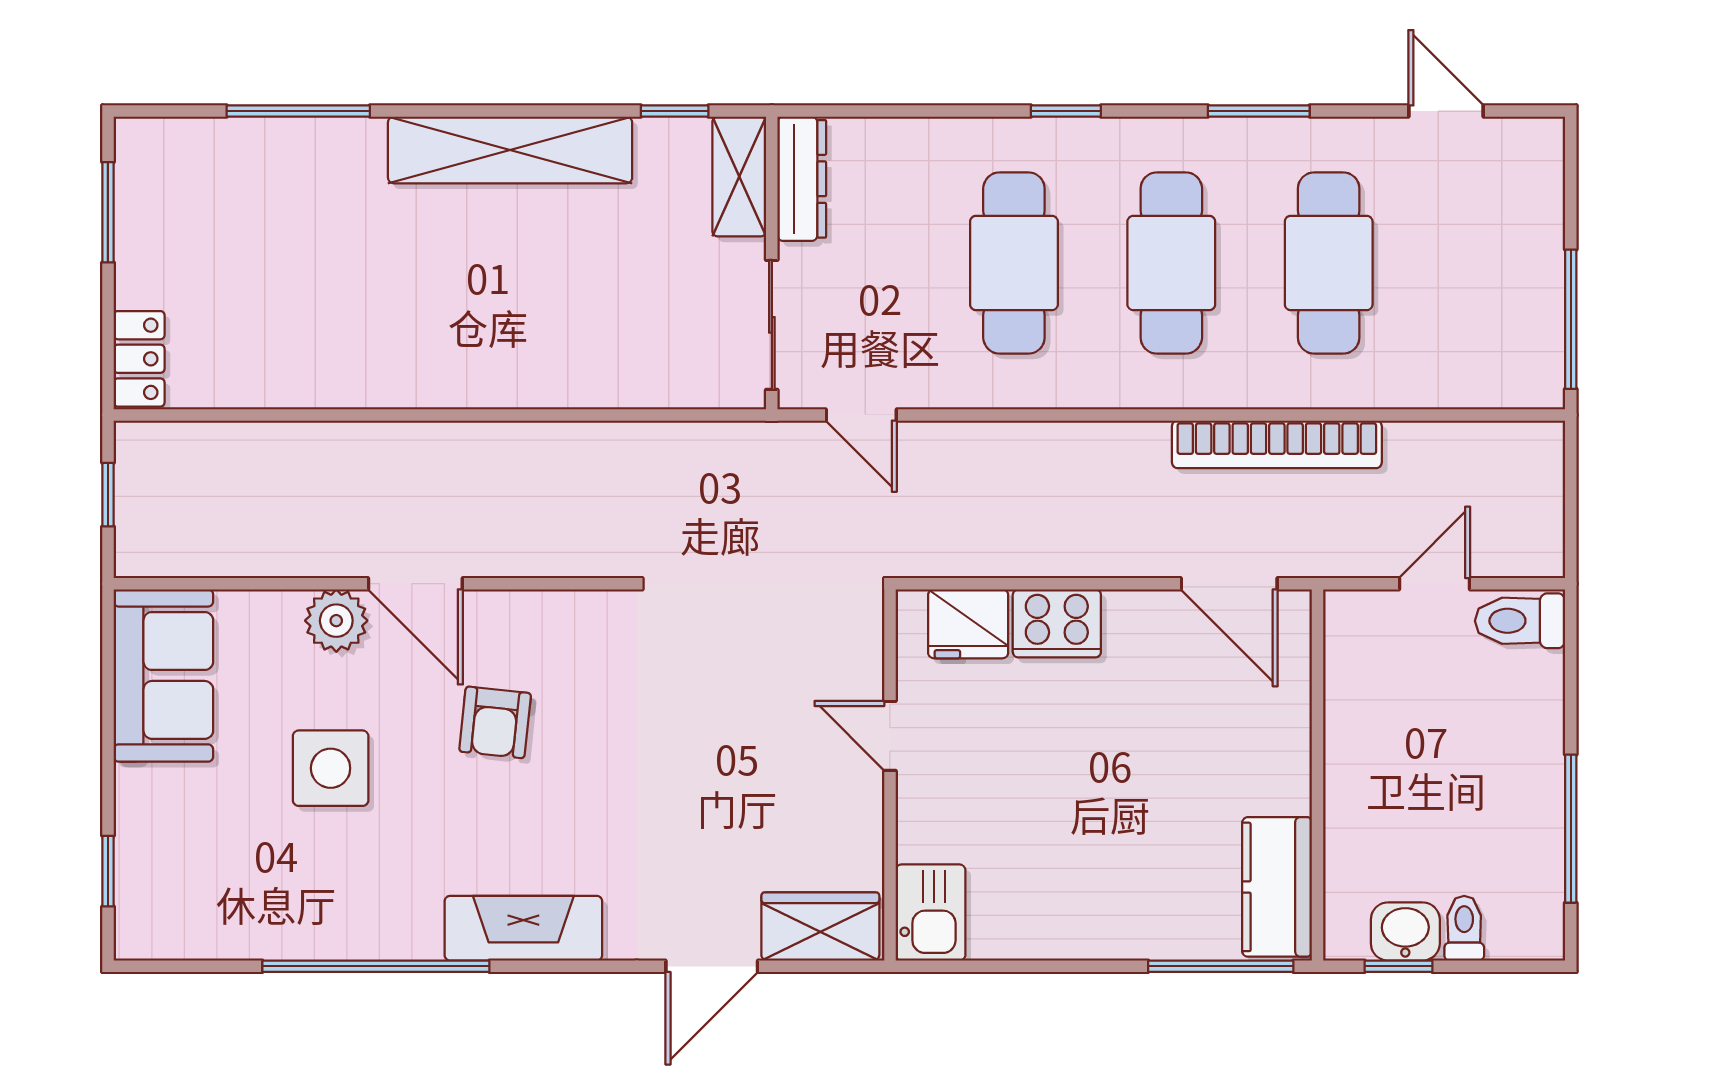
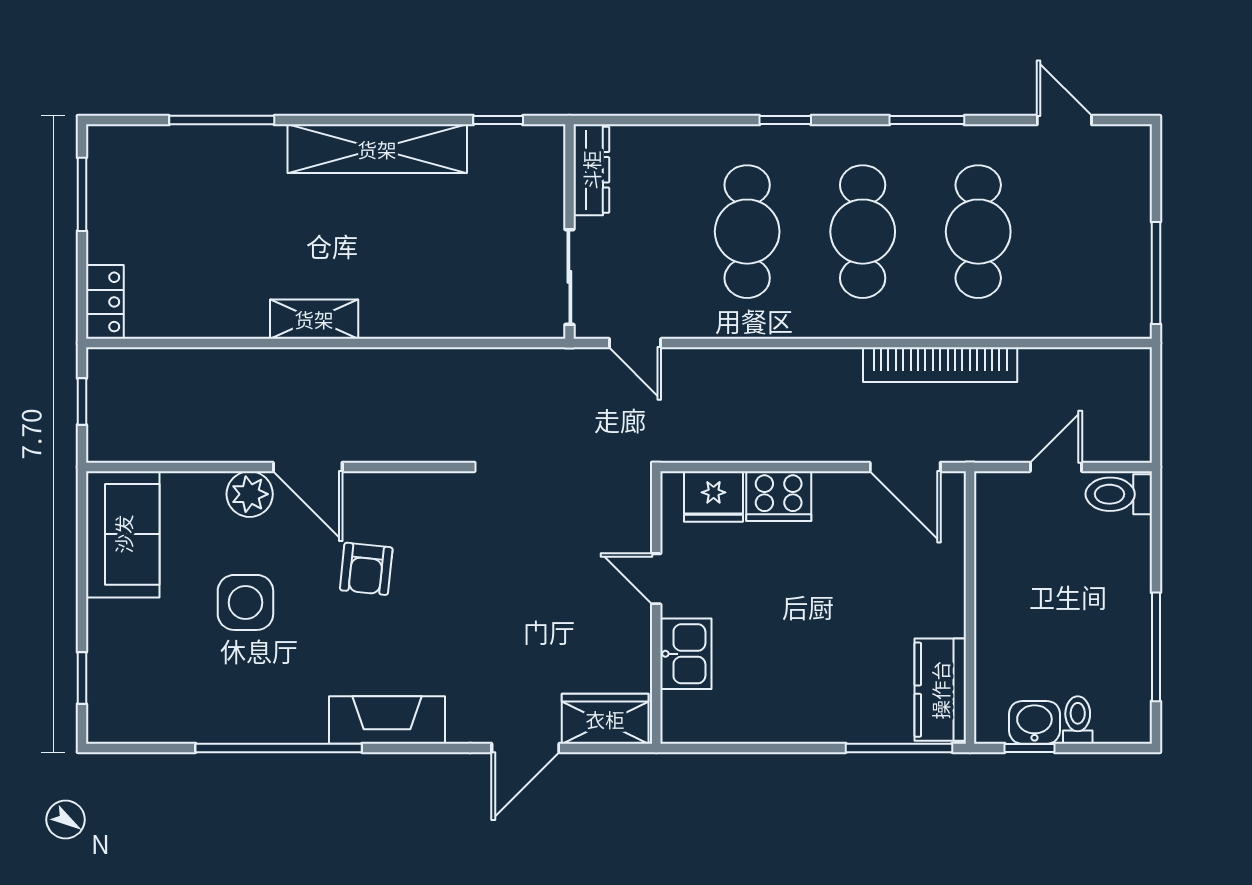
shelving: (739, 177) -> (314, 319), moved, turned 90
kitchen sink: (930, 913) -> (686, 654), moved

